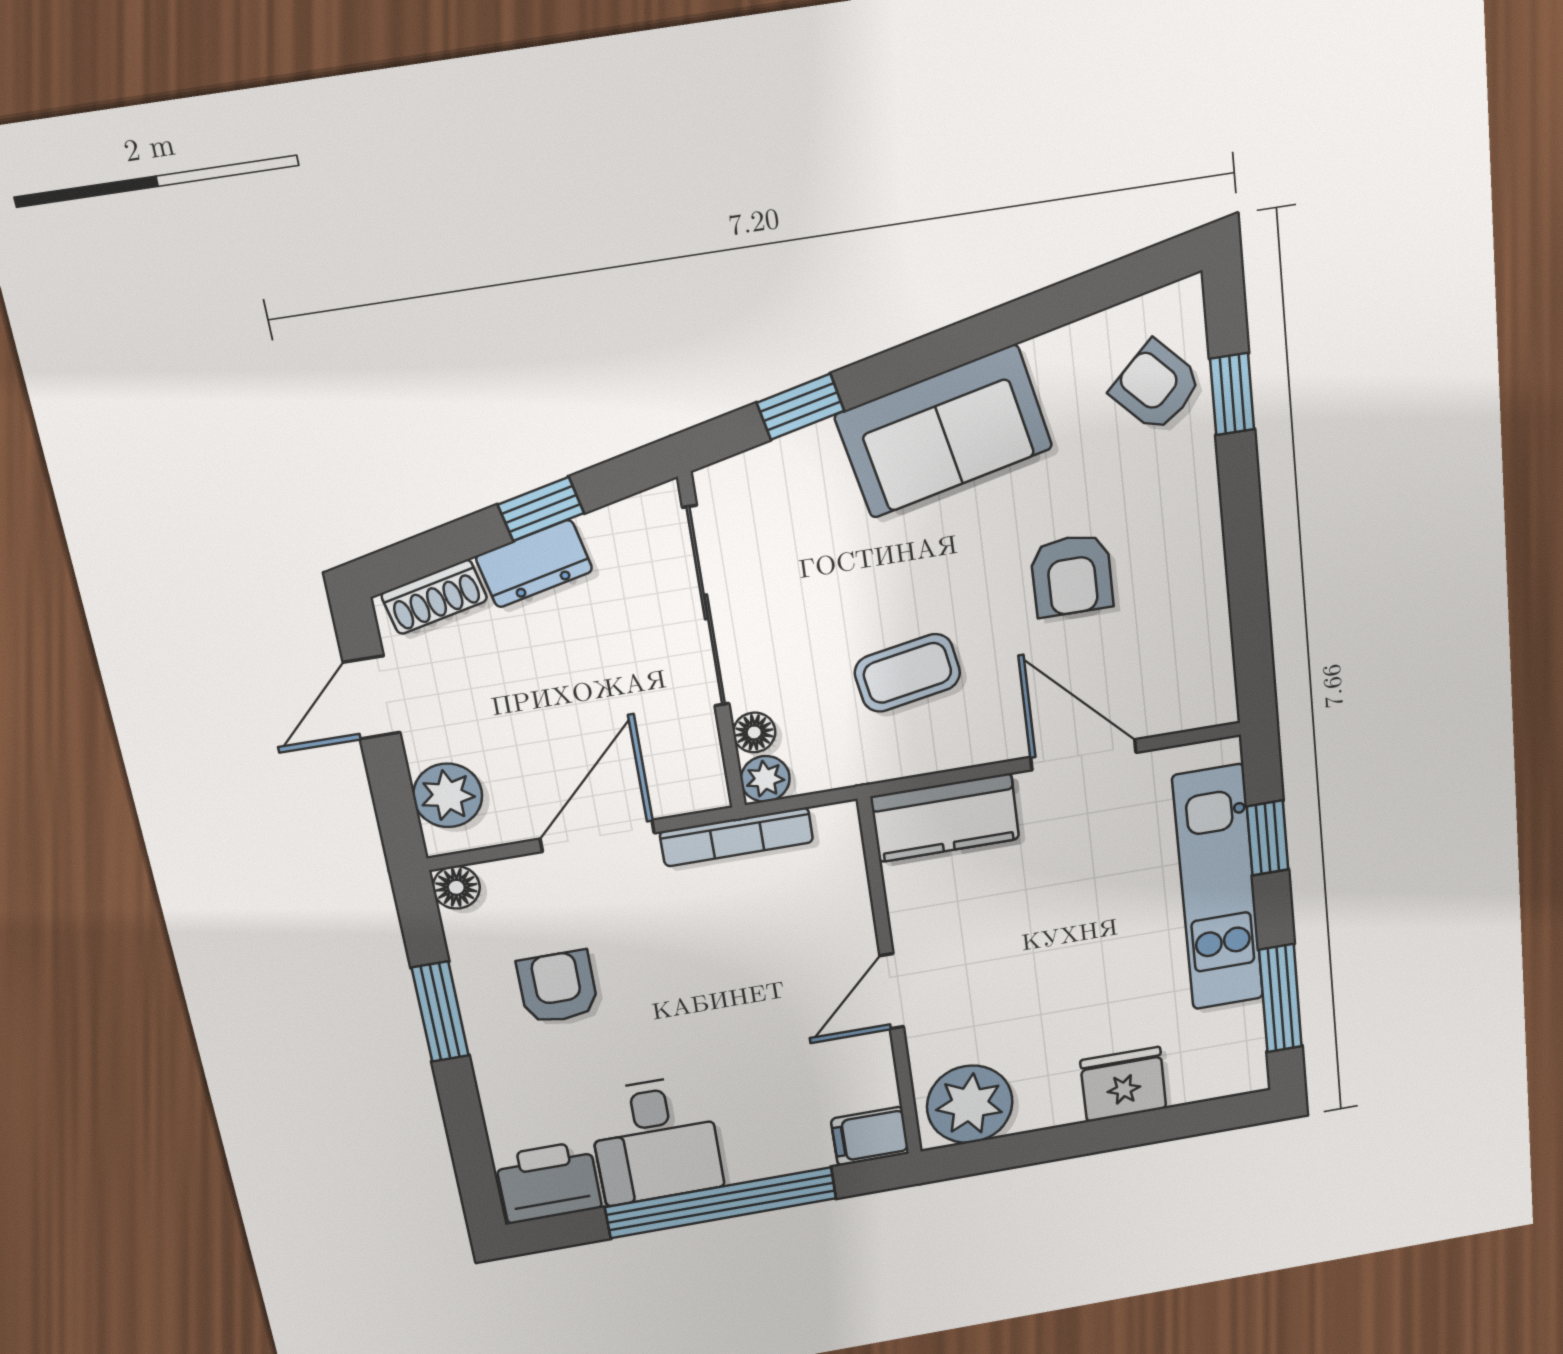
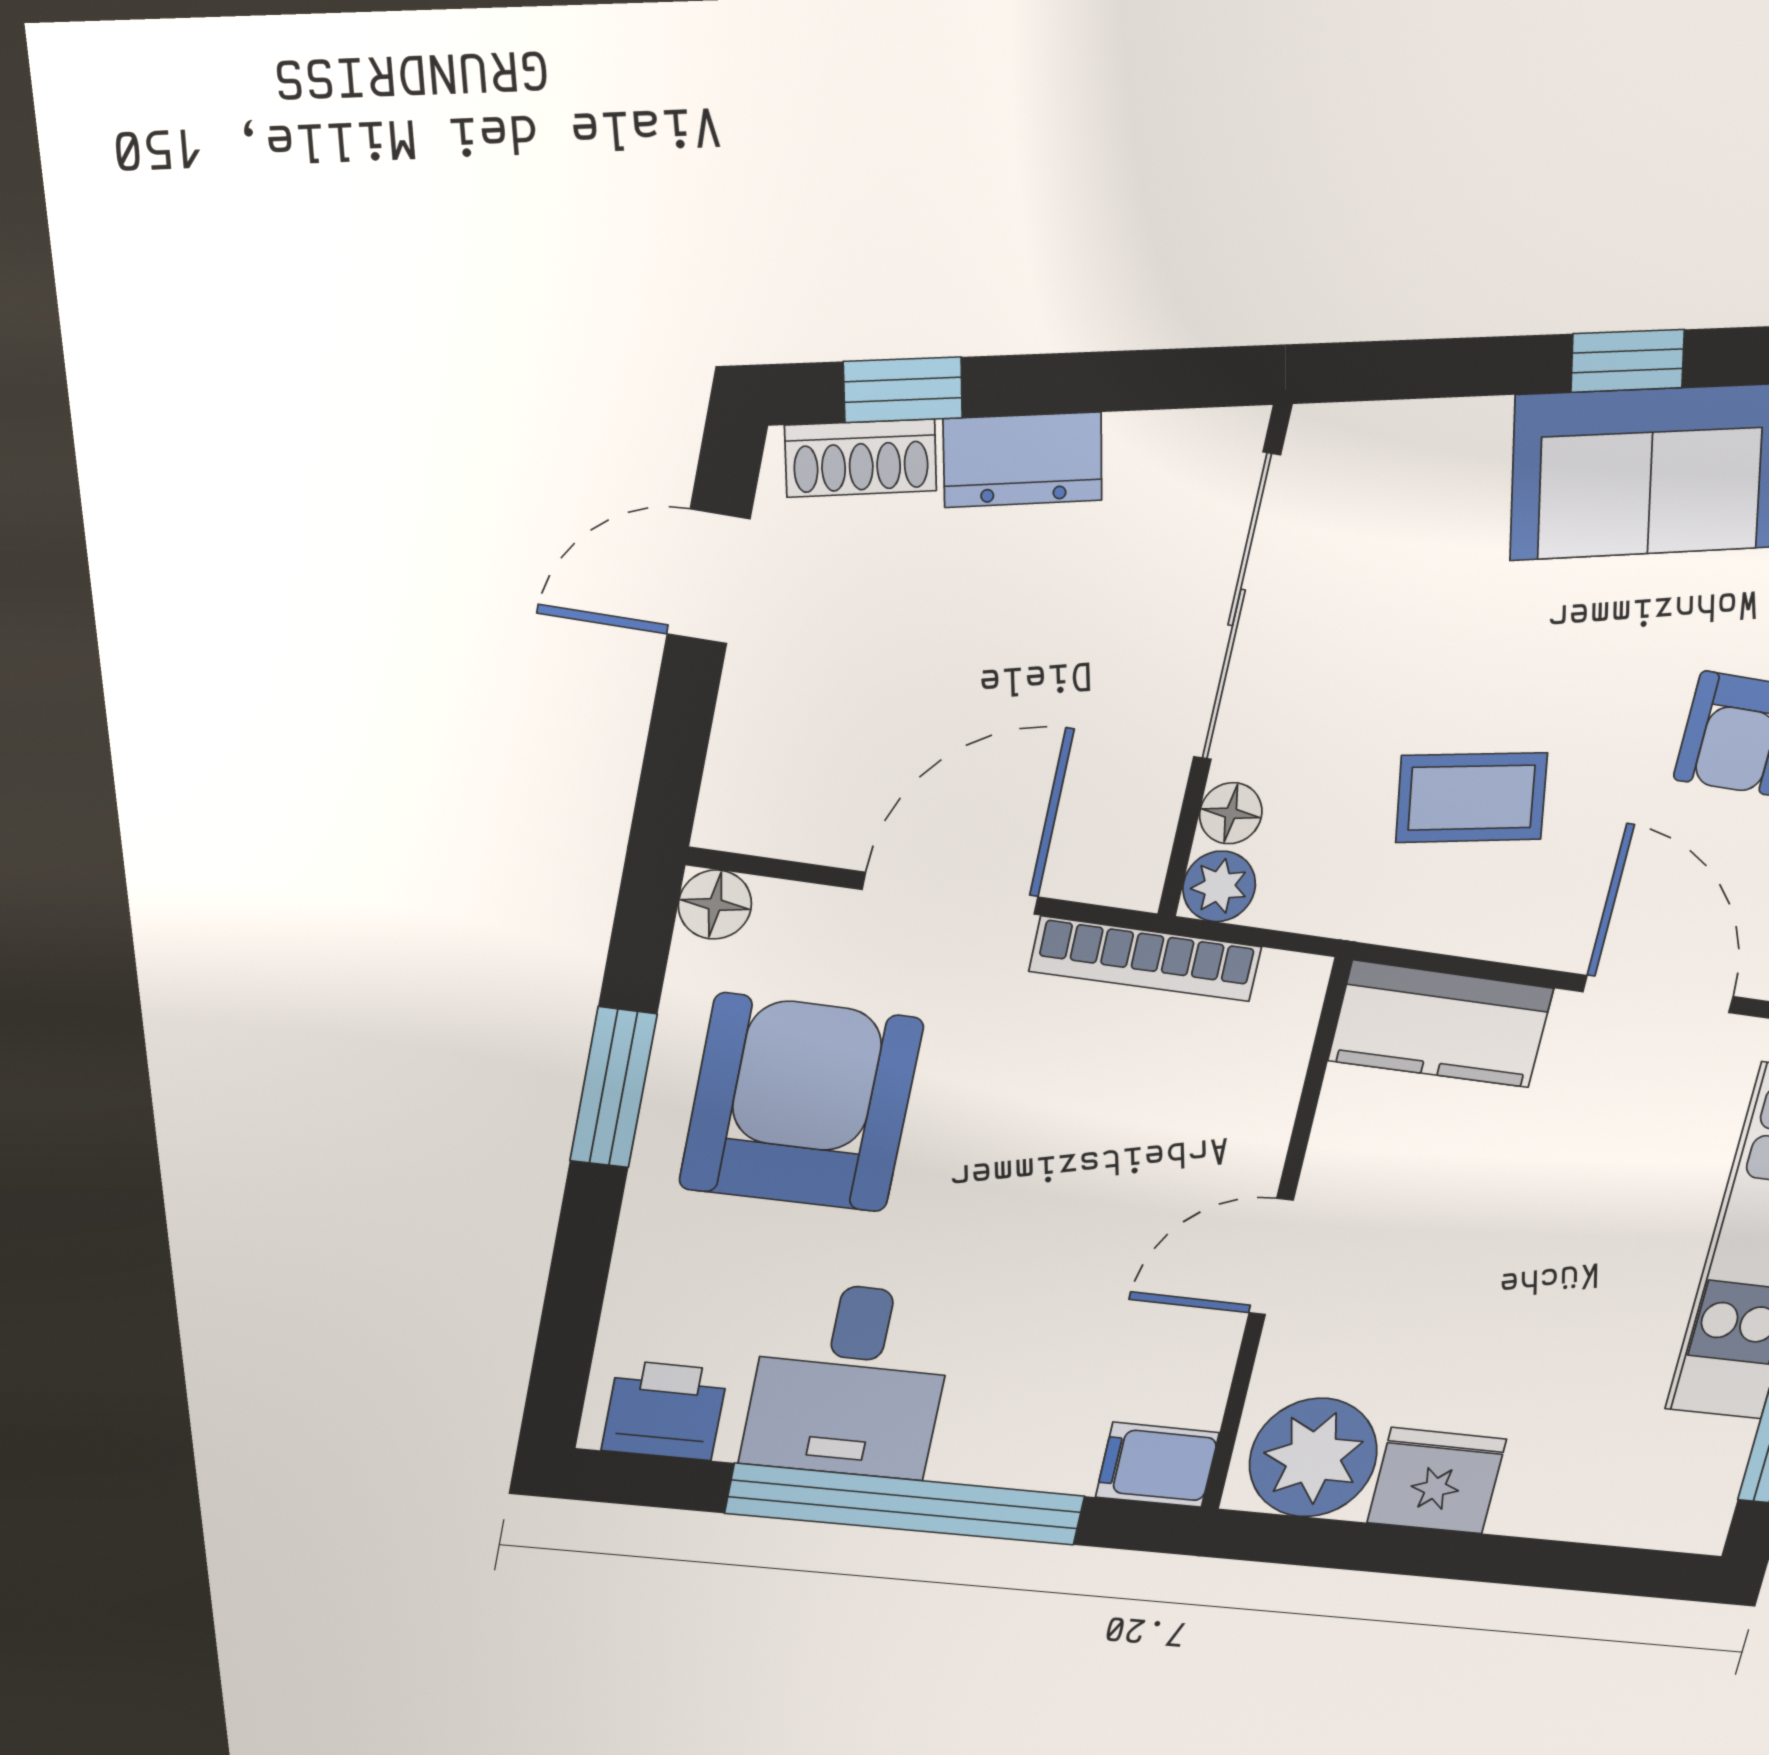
window: (800, 407) -> (1628, 361), moved
window: (541, 509) -> (903, 390), moved
plant: (448, 795) -> (759, 761), removed
armchair: (558, 987) -> (802, 1103), width x1.88, depth x1.88
fridge: (1123, 1084) -> (1437, 1481), moved
printer: (548, 1182) -> (665, 1410), width x0.73, depth x0.81

